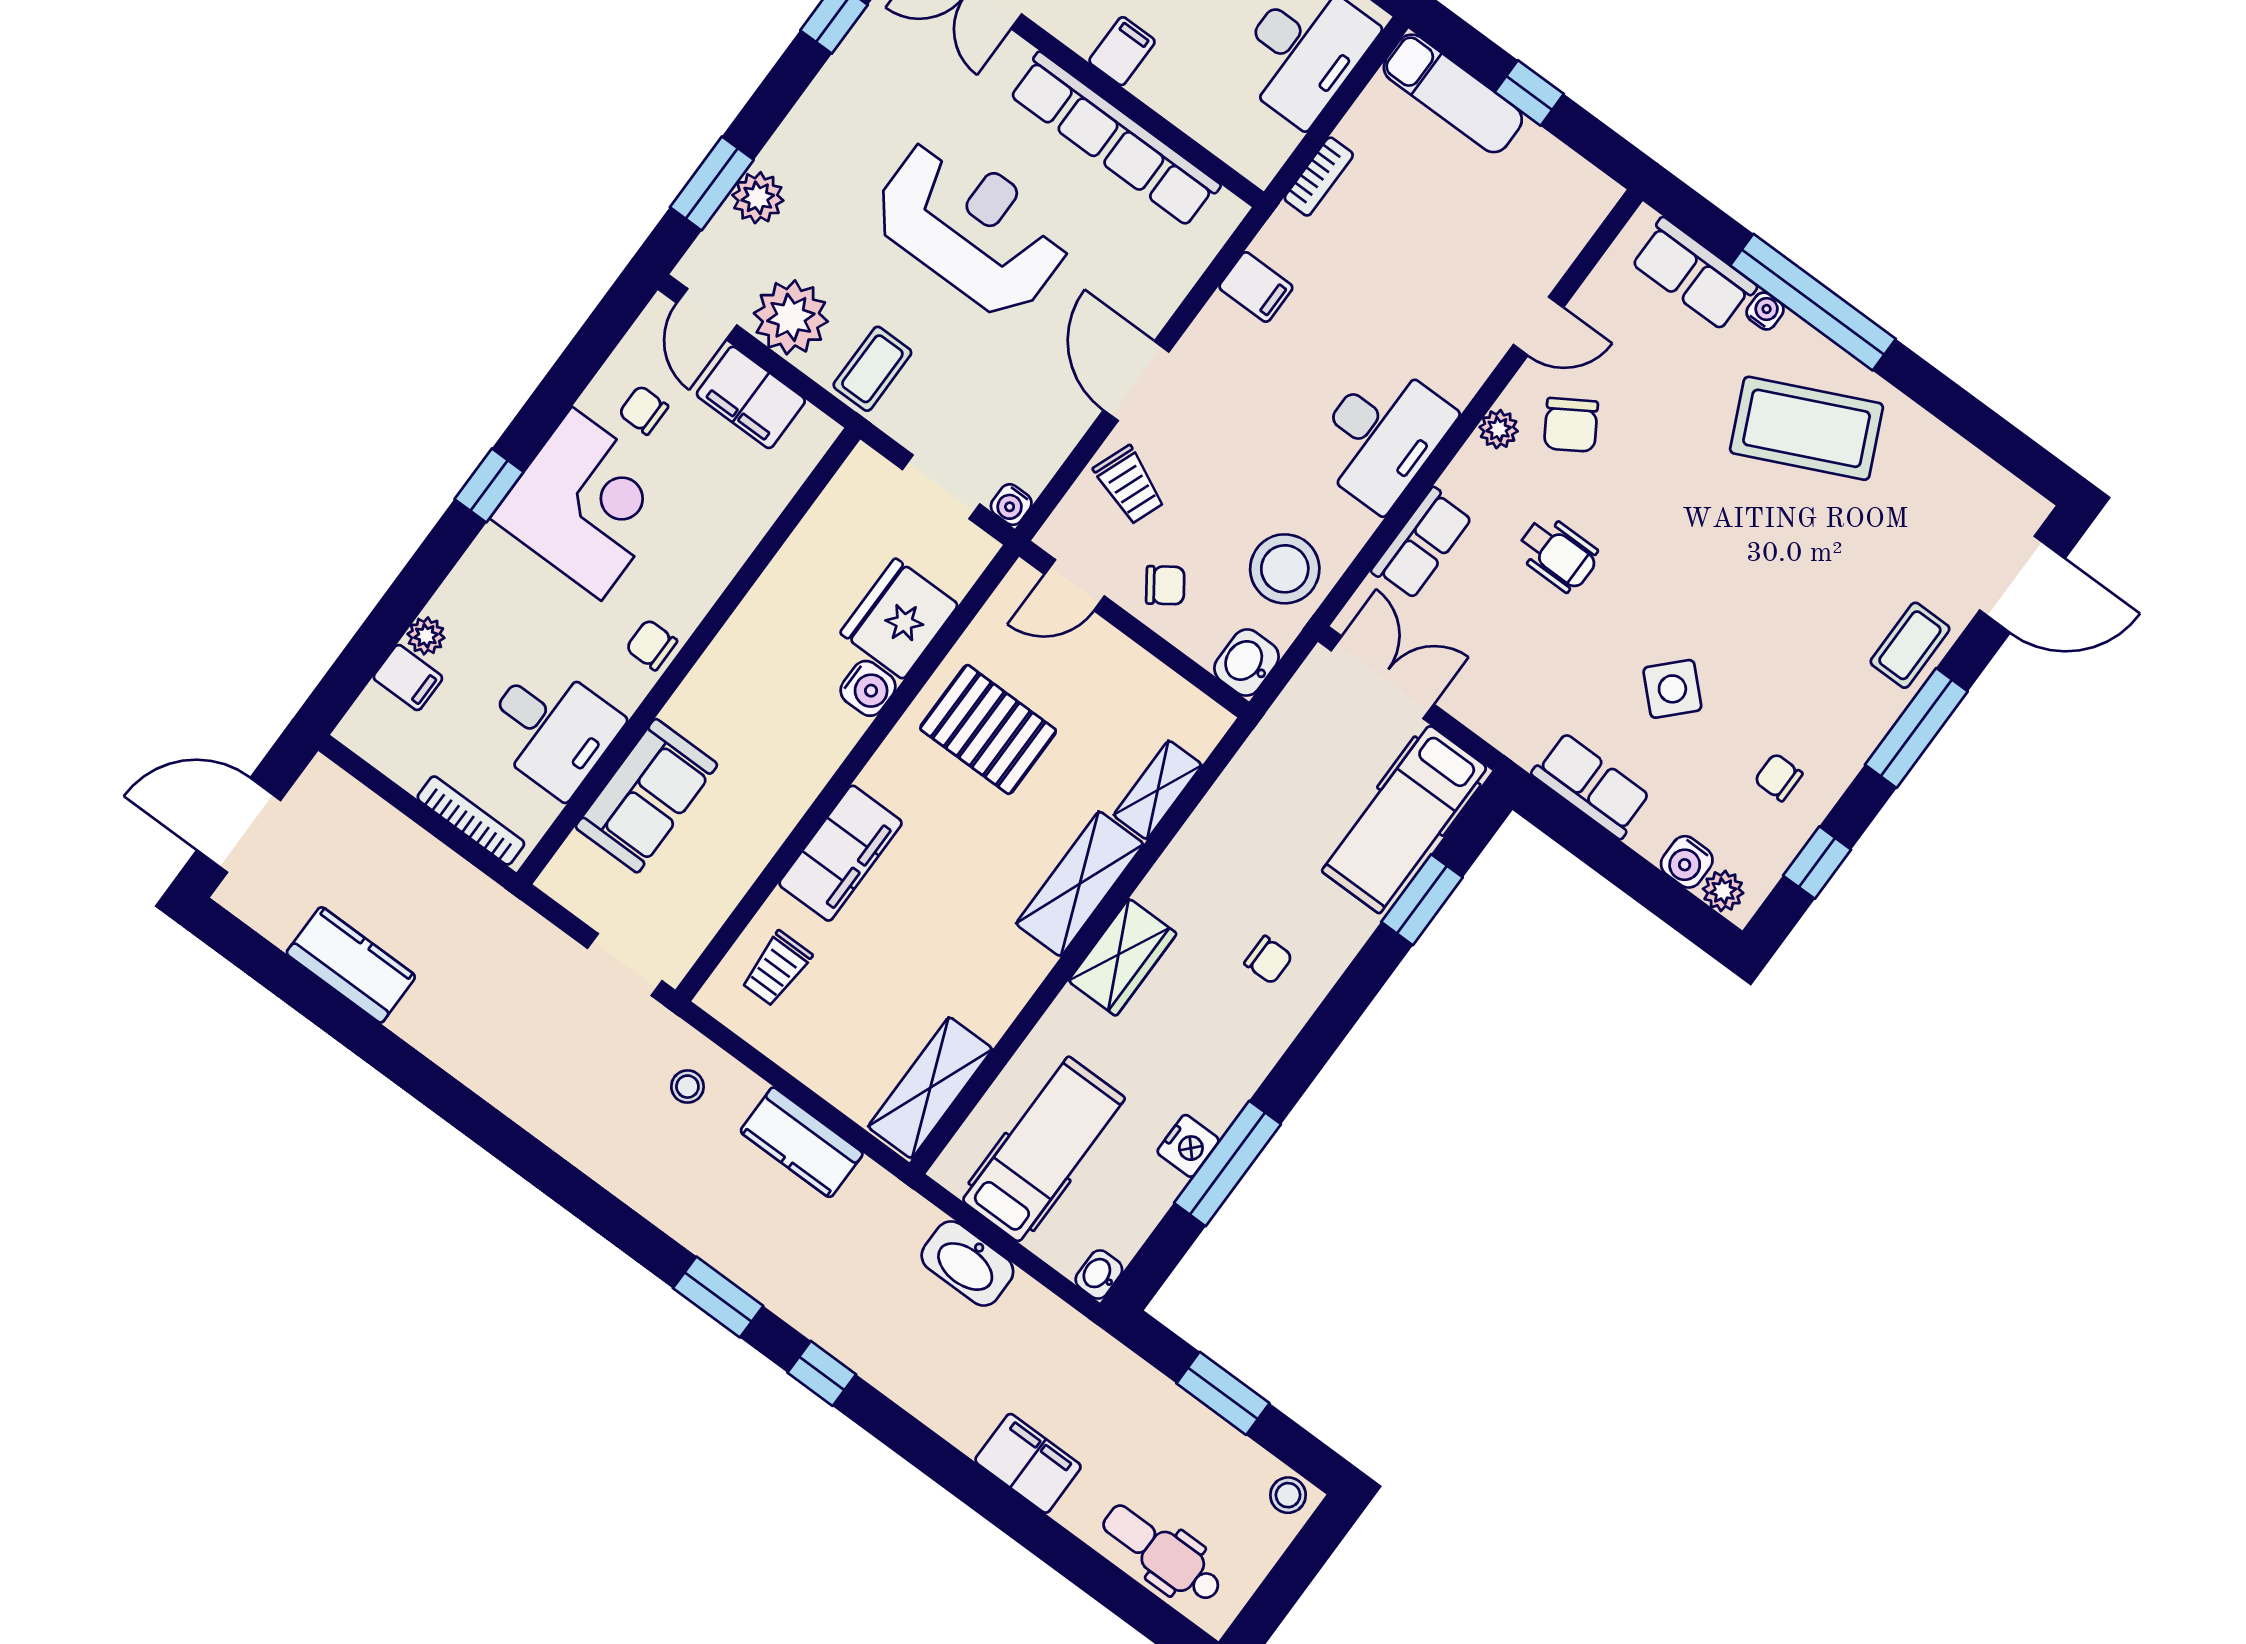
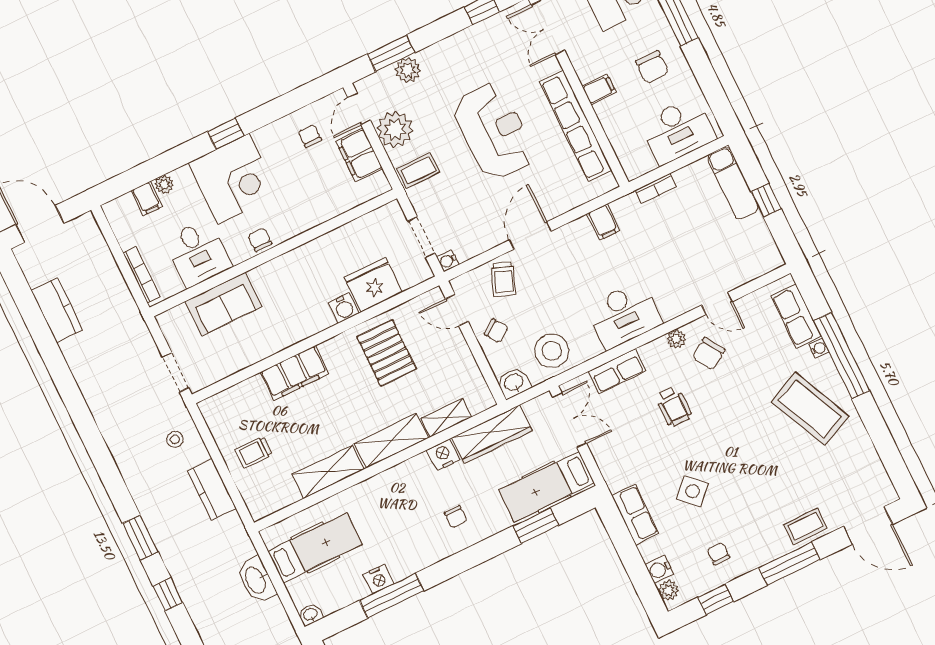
corner desk: (587, 504) -> (233, 179), moved
nightstand: (1187, 859) -> (443, 455), added
wardrobe: (1122, 957) -> (492, 434), moved, width x1.50
trolley: (777, 969) -> (254, 452), moved
shelving: (930, 1088) -> (328, 472), moved

